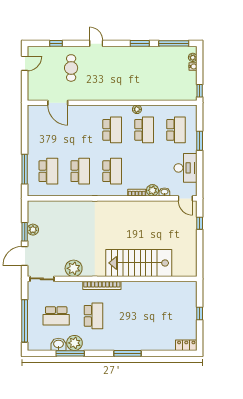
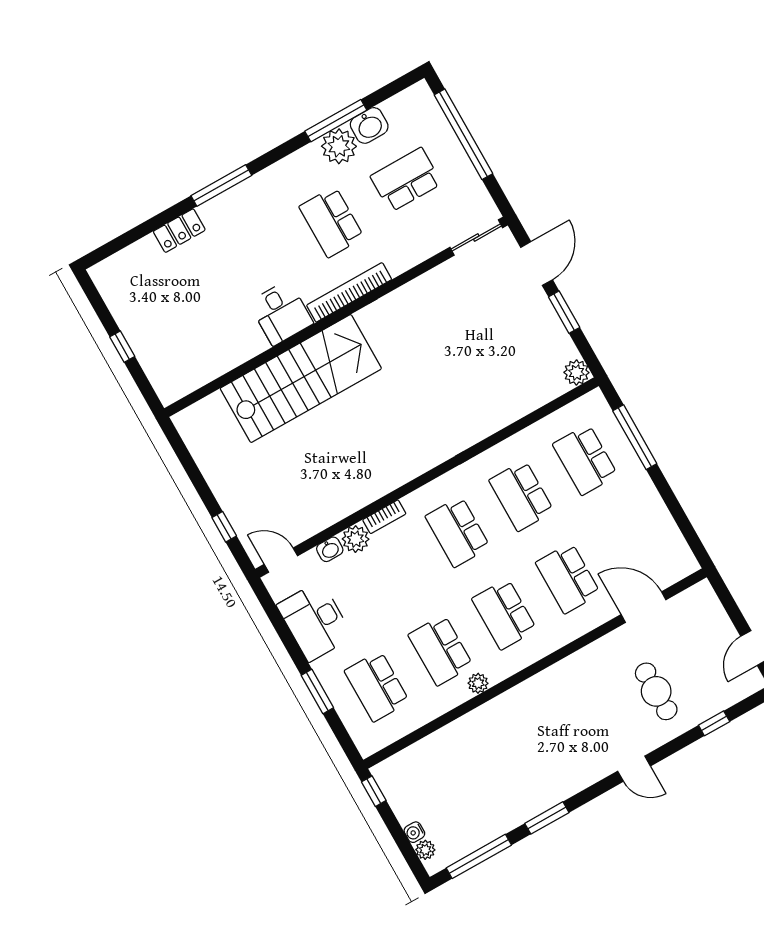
school desk: (80, 130) -> (568, 578), added
plant: (33, 230) -> (576, 372), moved
plant: (74, 268) -> (425, 294), removed
desk: (132, 292) -> (281, 313), added
locker: (186, 345) -> (179, 231), moved

